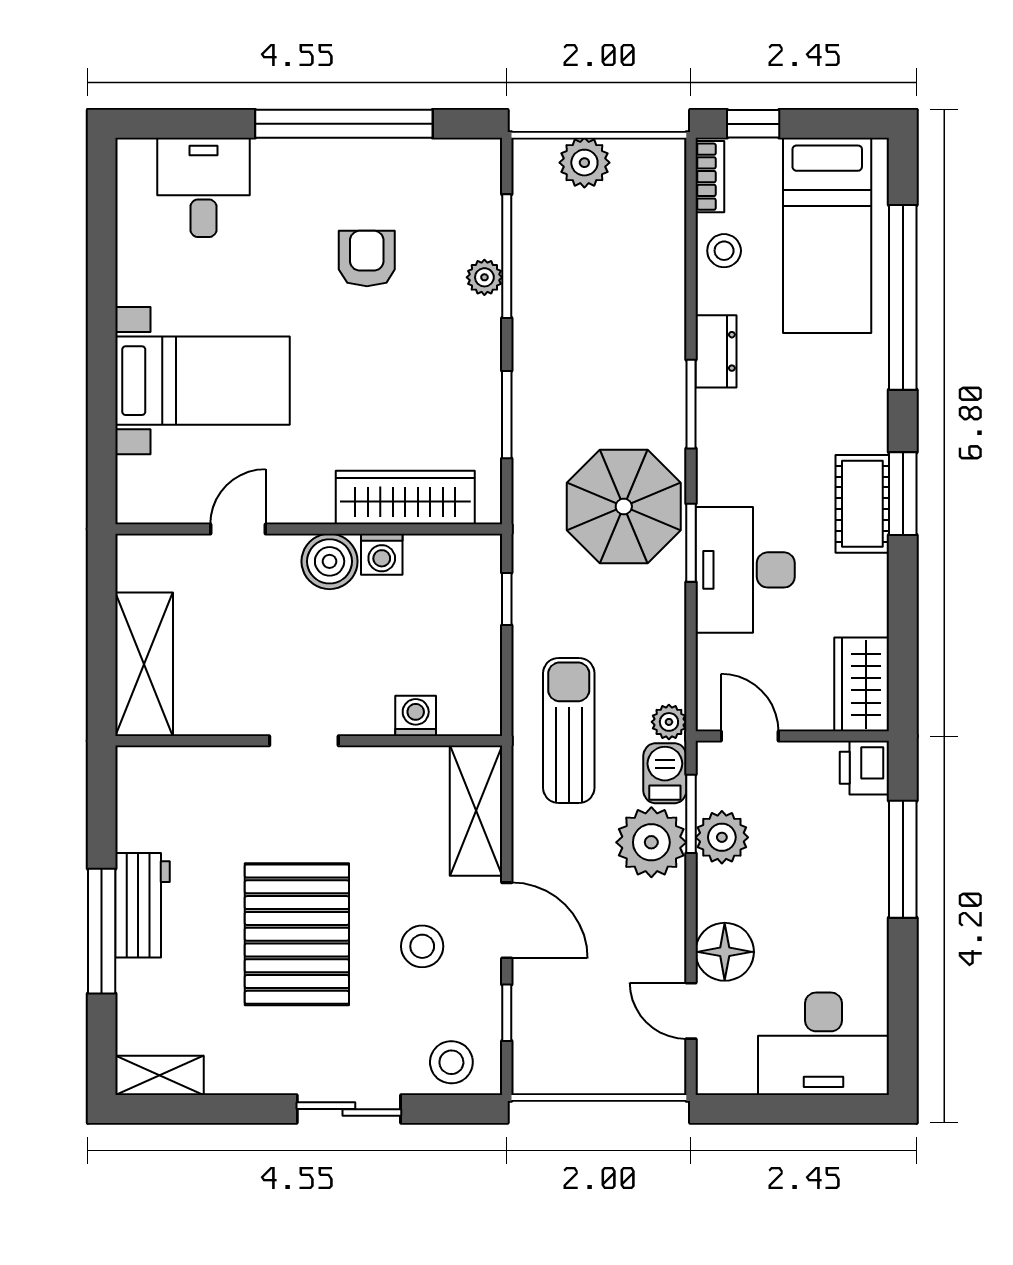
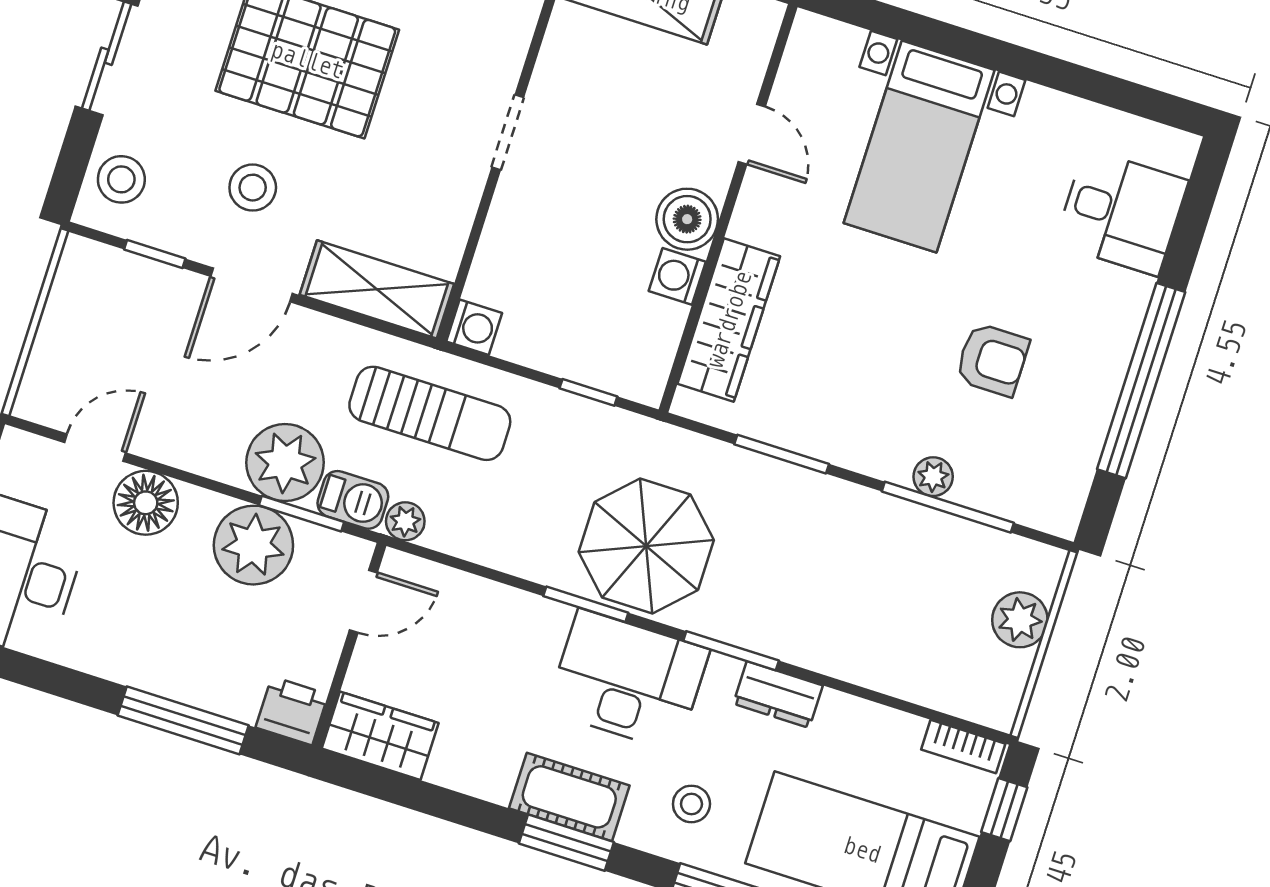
stool: (724, 251) -> (691, 804), moved
desk: (745, 570) -> (628, 680), moved
washing machine: (416, 716) -> (474, 327), moved
plant: (722, 837) -> (253, 545), width x1.36, depth x1.36

